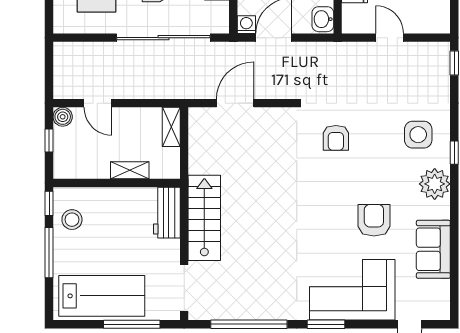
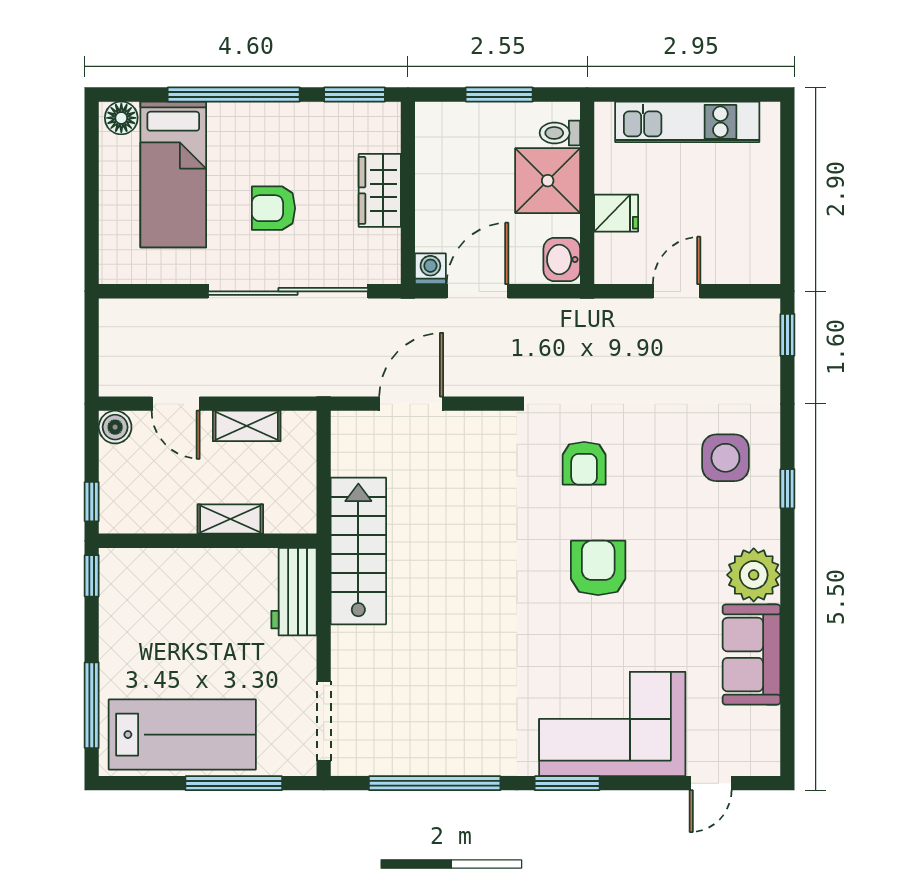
door: (390, 38) -> (677, 291), hinge flipped
shelving: (171, 127) -> (247, 426), moved, turned 90
window: (49, 140) -> (92, 502), moved
plant: (435, 184) -> (754, 575), moved
stairs: (204, 218) -> (358, 551), moved
stool: (72, 220) -> (131, 604), removed
armchair: (374, 220) -> (598, 568), moved
window: (49, 253) -> (92, 705), moved

